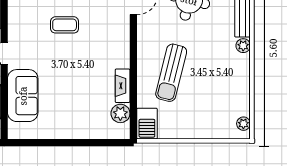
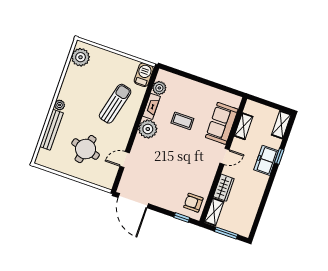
coffee table: (65, 25) -> (182, 121), moved
plant: (117, 55) -> (148, 129), added
plant: (243, 124) -> (81, 57), width x1.88, depth x1.88

